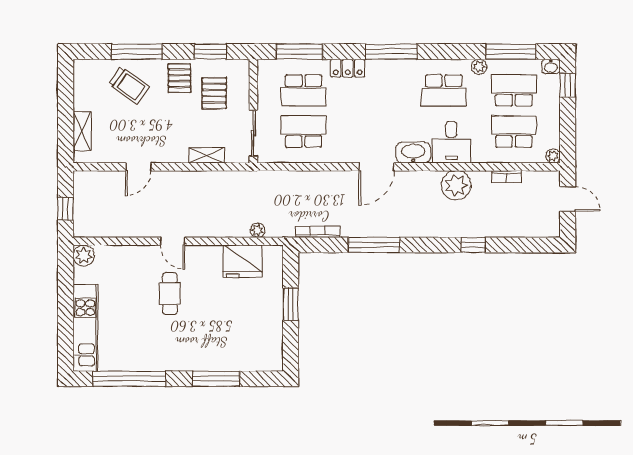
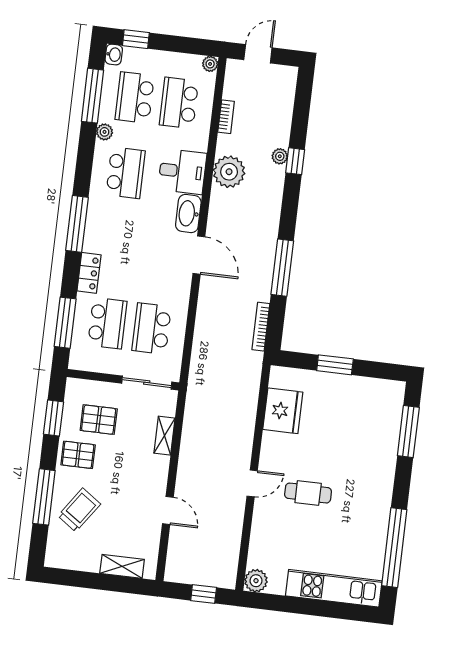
plant: (258, 230) -> (280, 156), moved
window: (216, 379) -> (408, 432), moved

